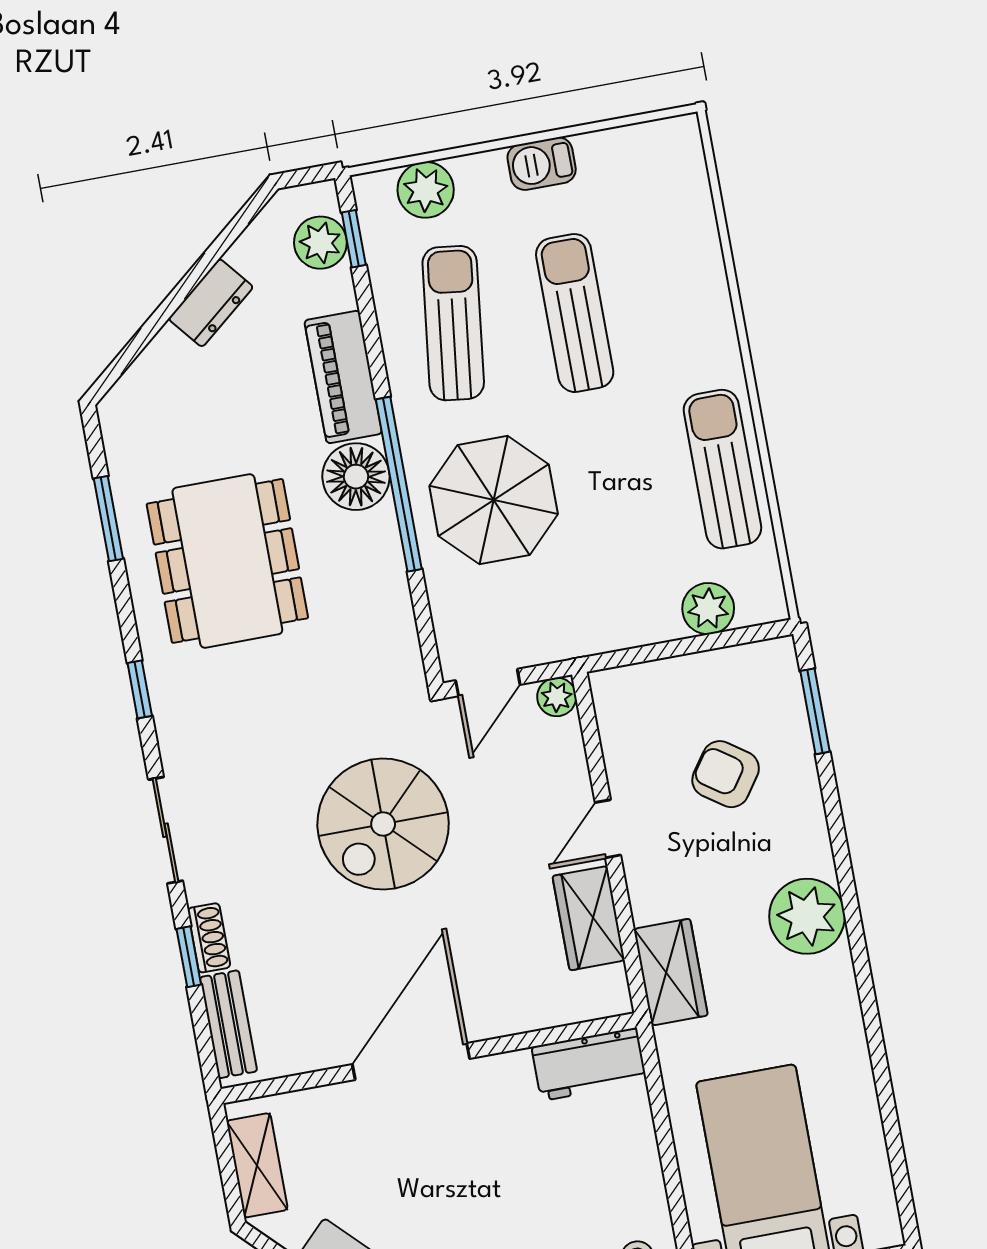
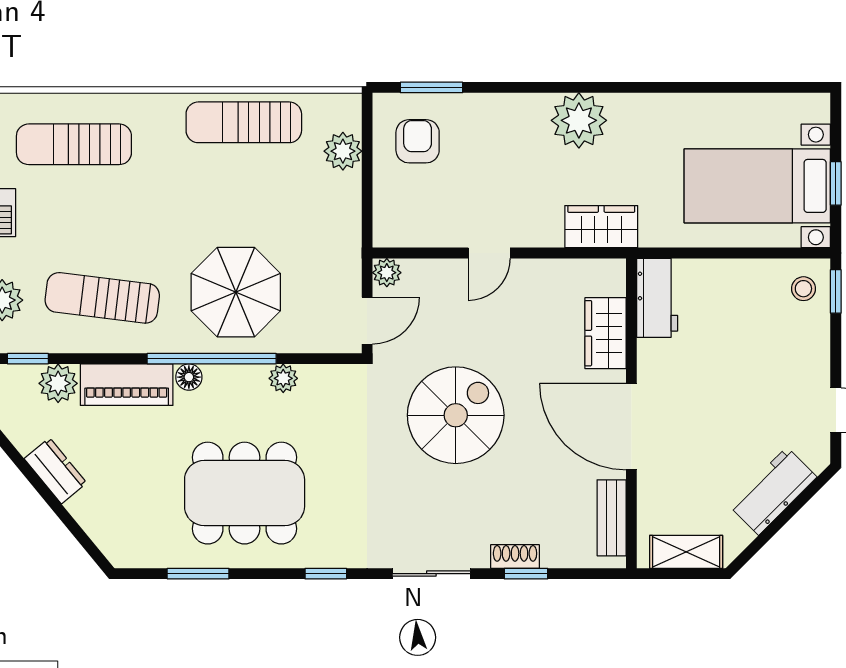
plant: (320, 243) -> (58, 383), moved
sun lounger: (575, 313) -> (74, 144), moved
floor lamp: (356, 477) -> (189, 377), width x0.53, depth x0.53
plant: (390, 585) -> (283, 378), added
door: (488, 683) -> (367, 321), hinge flipped
armchair: (726, 774) -> (418, 141), moved, turned 145
spiral stairs: (383, 824) -> (456, 415), turned -90
door: (608, 829) -> (489, 253), hinge flipped
wardrobe: (589, 918) -> (606, 333), moved, turned 90
bench: (229, 1024) -> (612, 518), moved, turned 90

